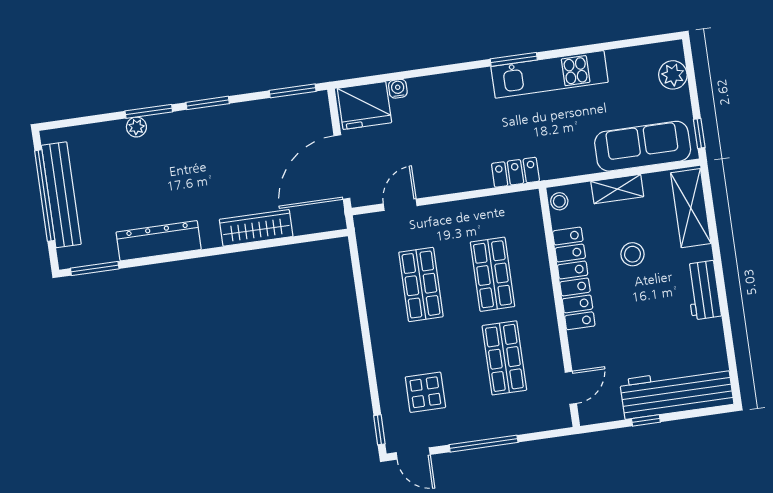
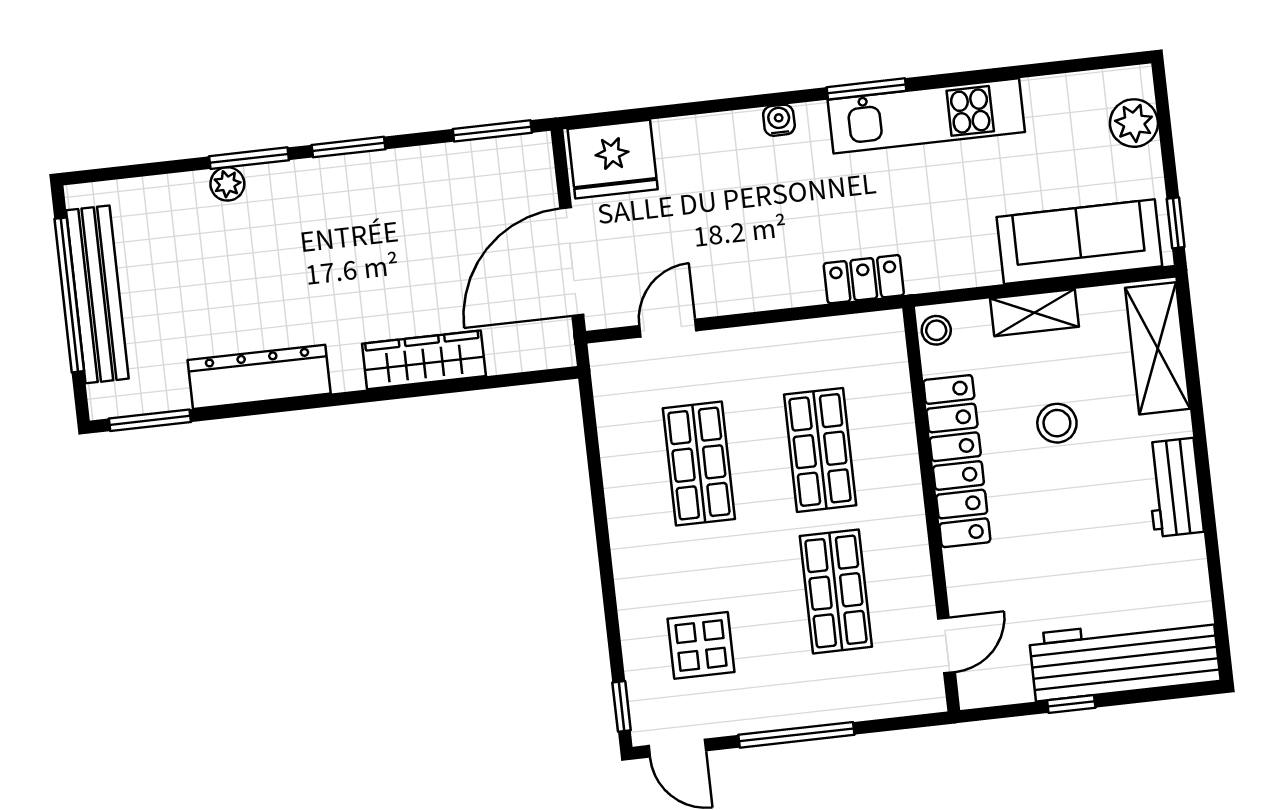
water cooler: (398, 89) -> (779, 120), moved

